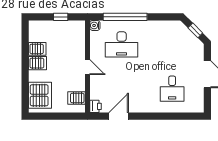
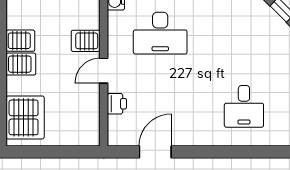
door: (87, 67) -> (104, 71), swing flipped
server rack: (77, 98) -> (86, 41), moved
printer: (95, 106) -> (117, 104), moved

